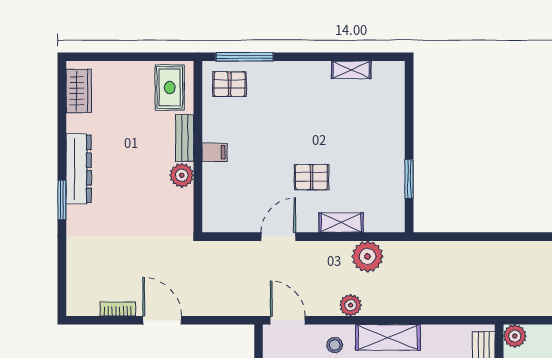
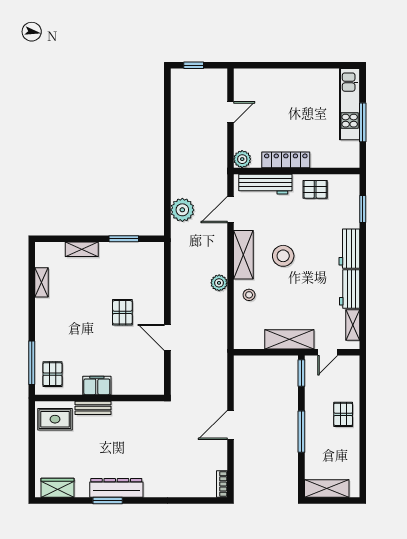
filing cabinet: (214, 152) -> (97, 385), width x2.00
plant: (182, 175) -> (121, 410), removed
window: (62, 200) -> (108, 500), moved
shelving: (341, 223) -> (82, 249), moved, turned 90
plant: (367, 256) -> (182, 210), moved
bookcase: (118, 309) -> (222, 484), moved
door: (288, 320) -> (230, 210), moved

